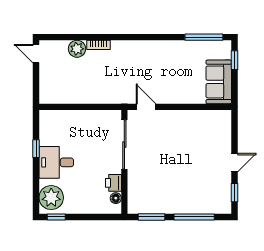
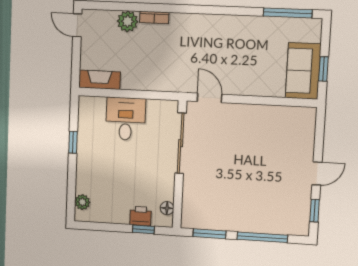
window: (234, 60) -> (323, 69), moved
fireplace: (56, 97) -> (100, 80), added
desk: (56, 162) -> (126, 119), moved, turned 90
printer: (113, 183) -> (141, 216), moved, turned 90
plant: (51, 198) -> (82, 202), width x0.53, depth x0.53
window: (56, 217) -> (143, 229), moved

